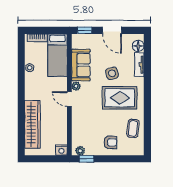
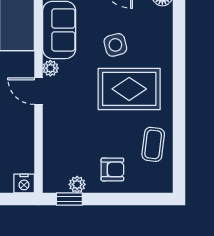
tv unit: (139, 65) -> (165, 29), removed
plant: (80, 151) -> (77, 184), moved

